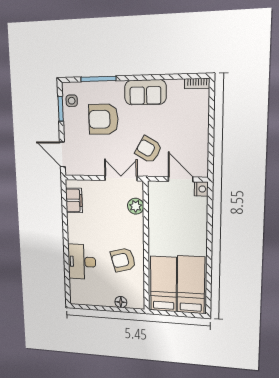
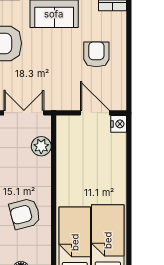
armchair: (148, 150) -> (96, 54), moved, turned 60

